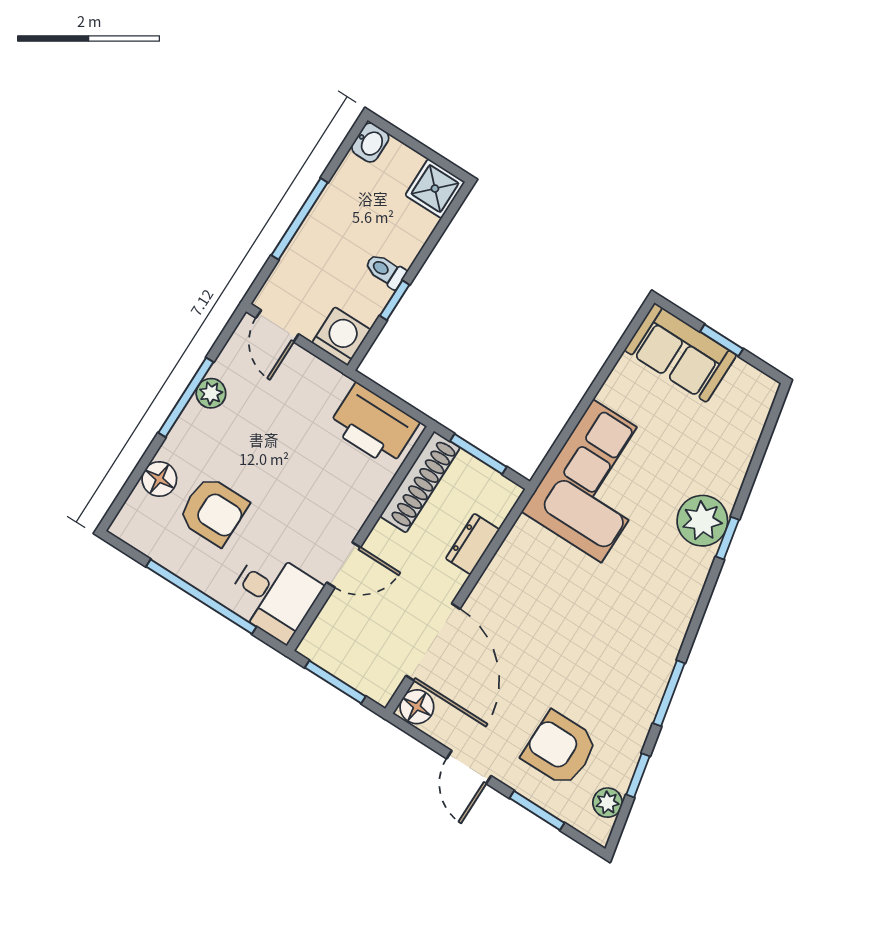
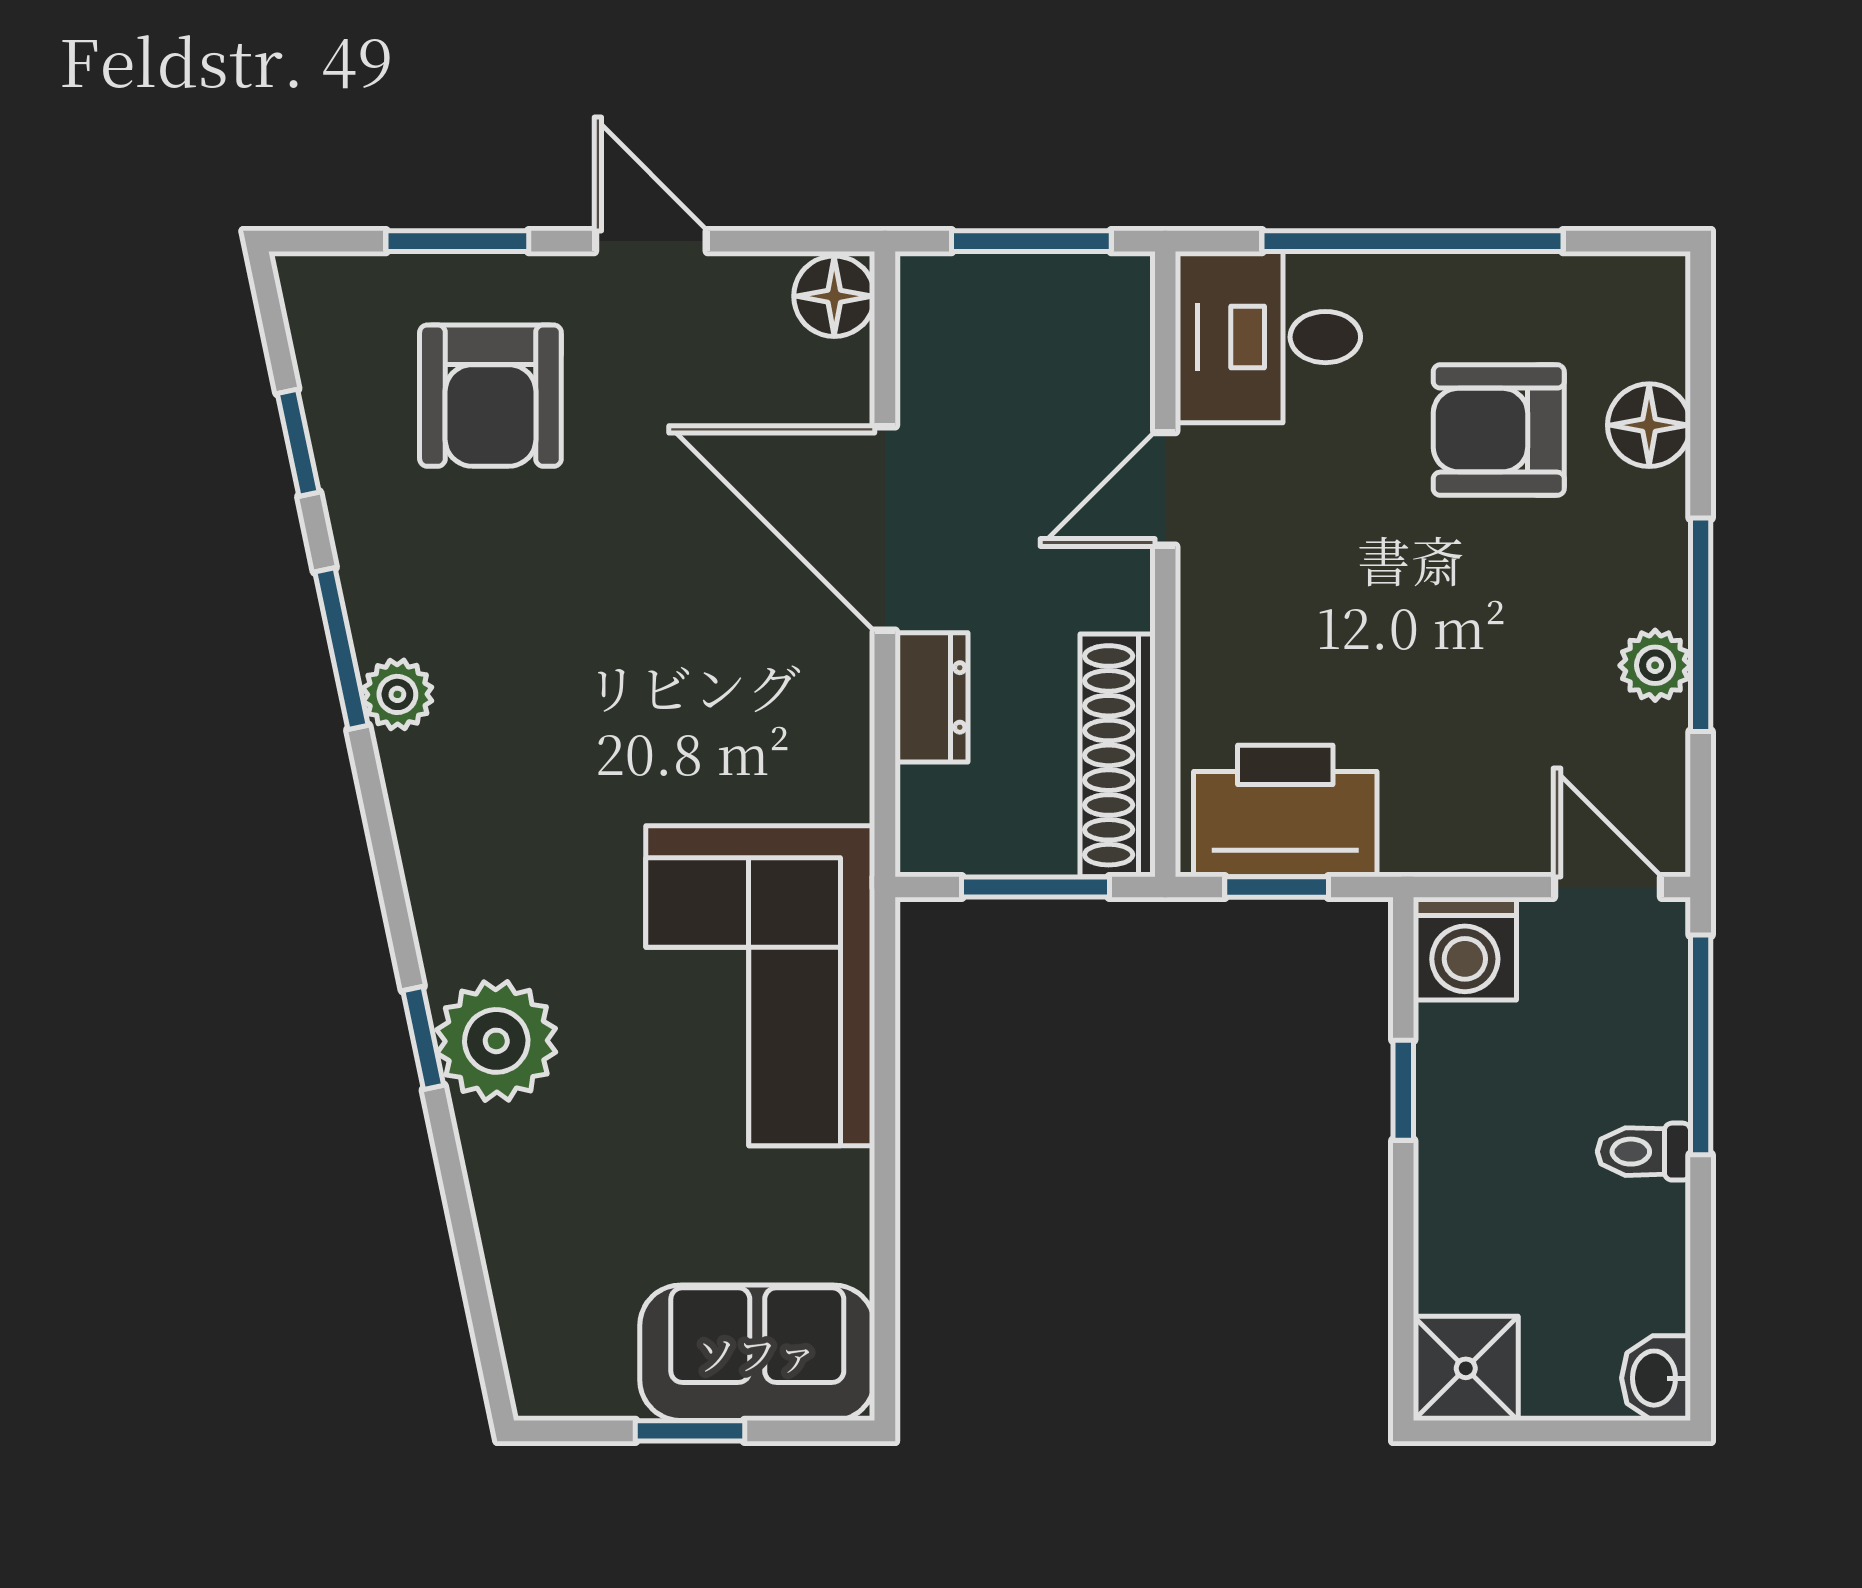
window: (300, 219) -> (1701, 1045), moved
toilet: (385, 271) -> (1644, 1152), moved, turned 180
window: (394, 400) -> (1277, 887), added
door: (433, 642) -> (885, 528), moved
armchair: (560, 749) -> (490, 396), turned 90
plant: (608, 803) -> (397, 694), moved

